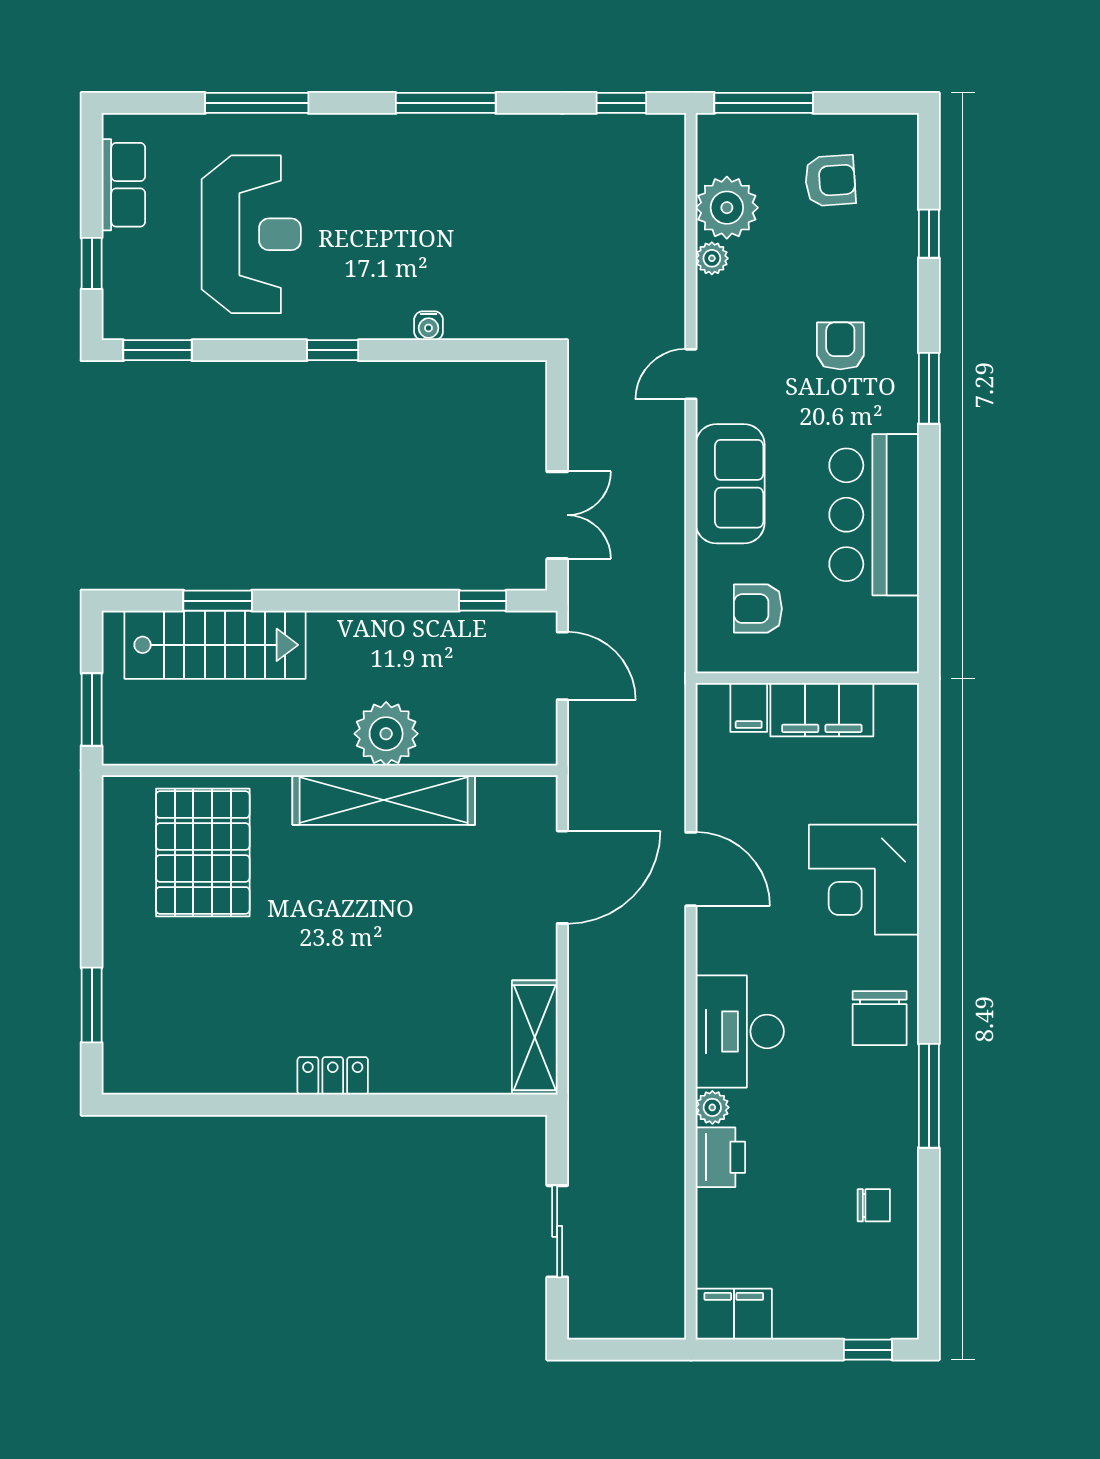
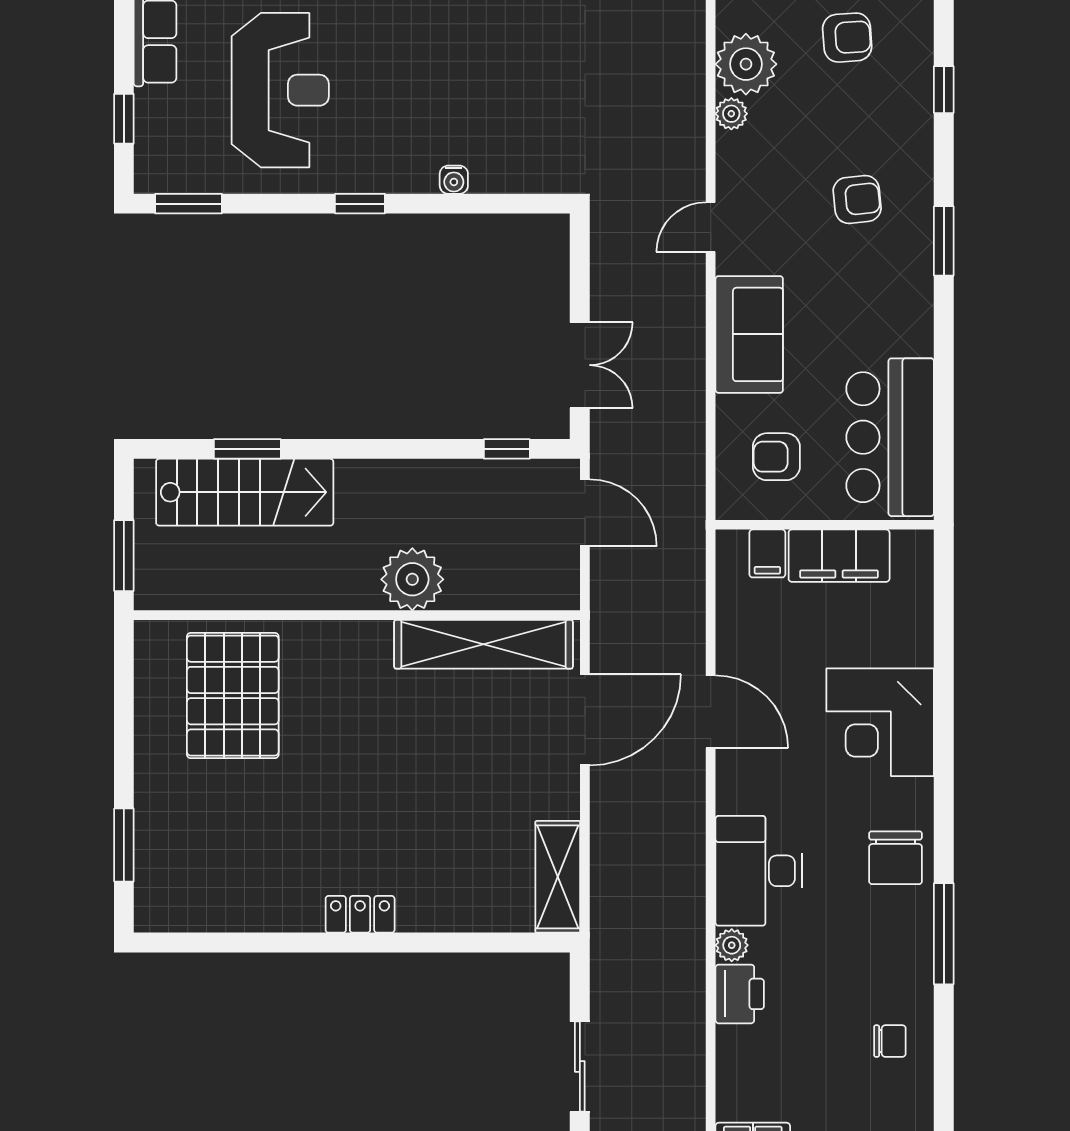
armchair: (840, 346) -> (857, 199), turned 84
bar counter: (874, 515) -> (890, 437), moved
shelving: (384, 800) -> (483, 644), moved

